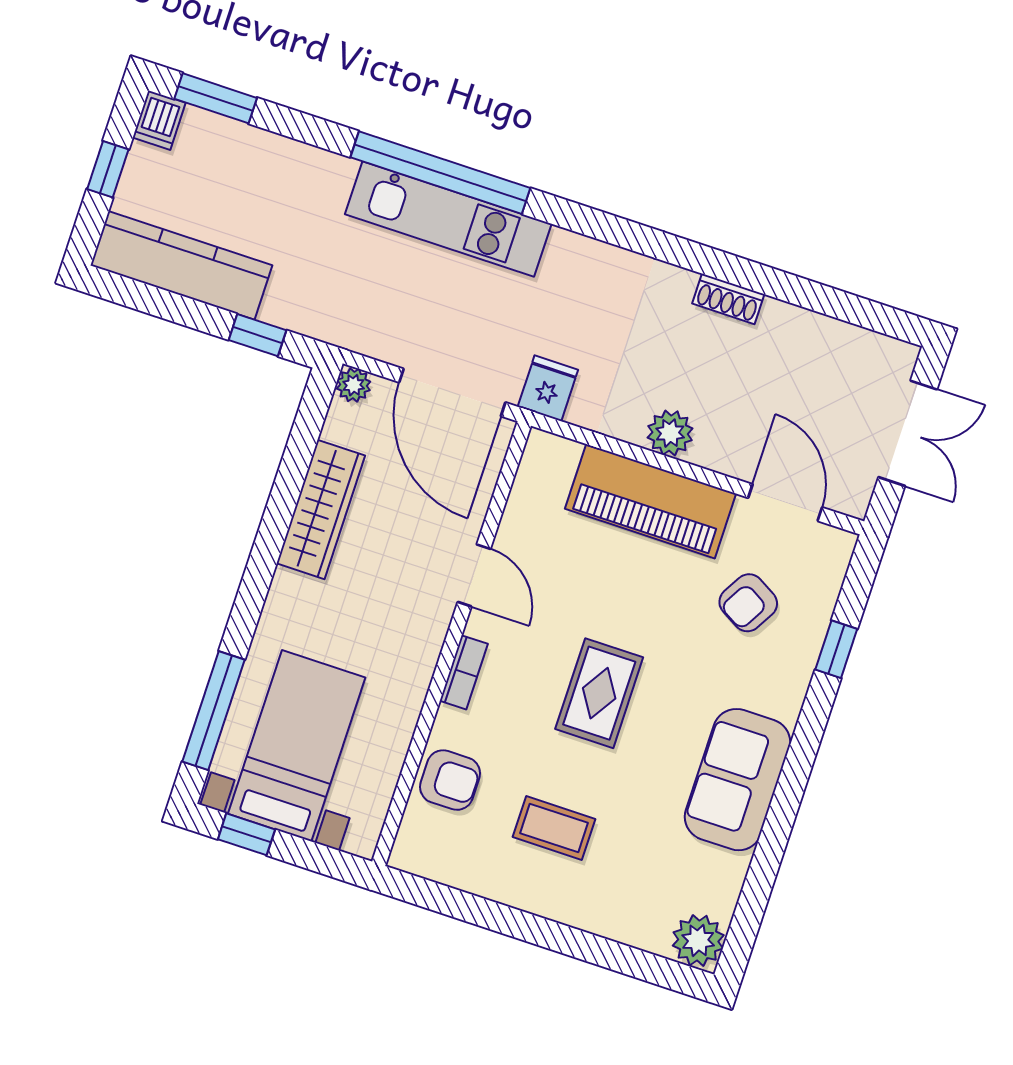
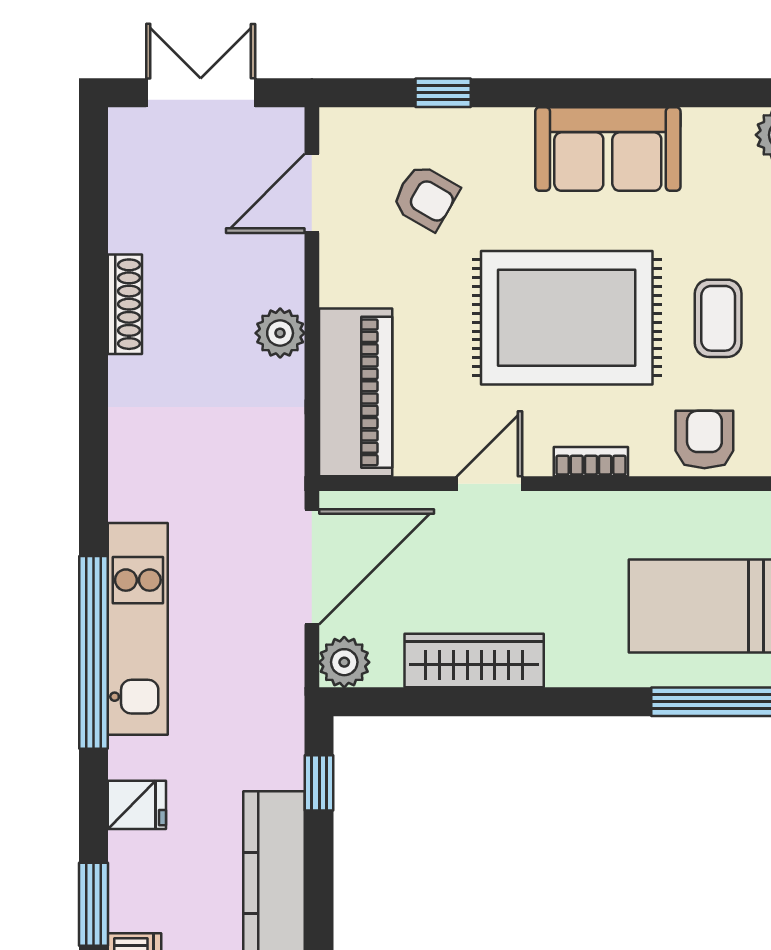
shoe rack: (728, 299) -> (125, 304), width x1.43
plant: (354, 385) -> (344, 662), width x1.38, depth x1.38
fridge: (548, 388) -> (137, 805), moved, turned 180
piano: (650, 501) -> (356, 392), moved
rug: (599, 693) -> (567, 318), width x1.86, depth x2.06

